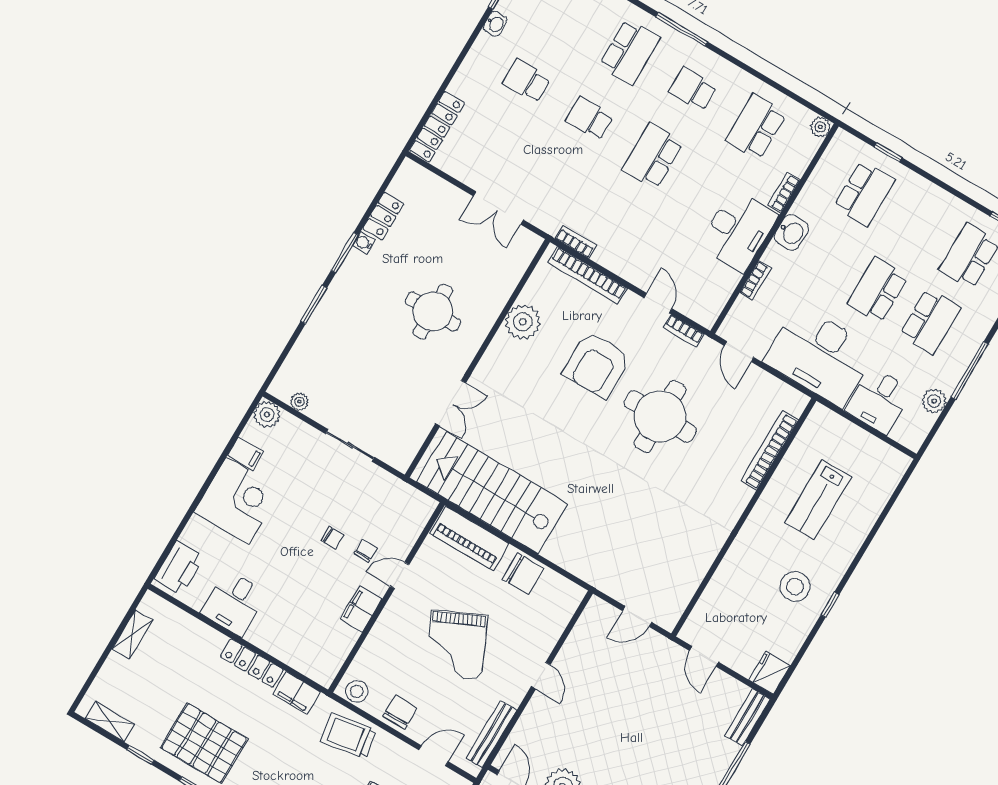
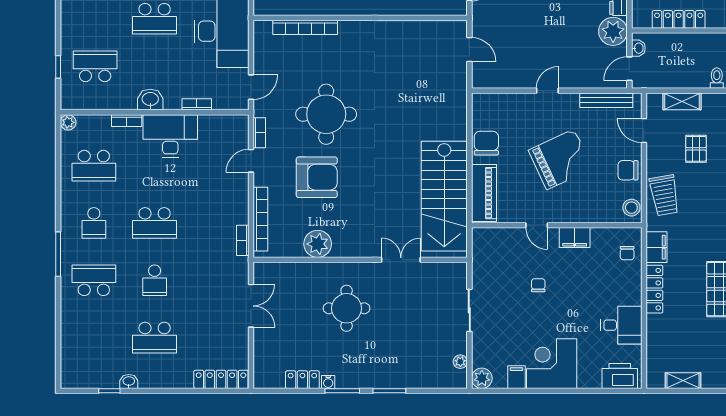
school desk: (527, 81) -> (155, 338), width x1.85
chair: (366, 551) -> (627, 253), moved, turned -90

